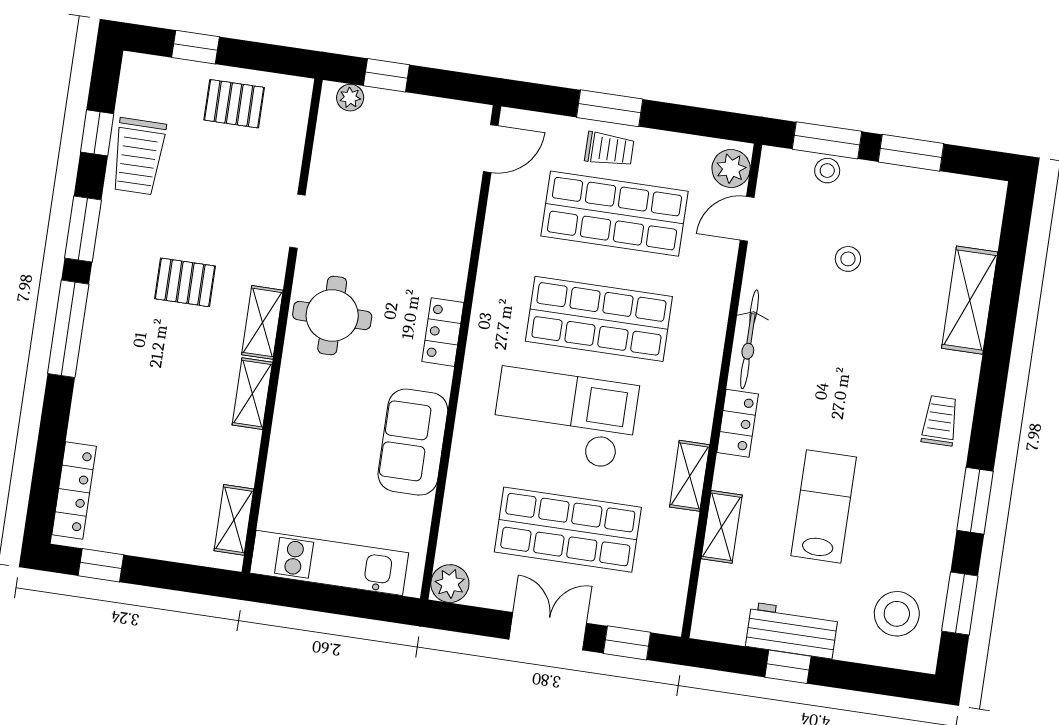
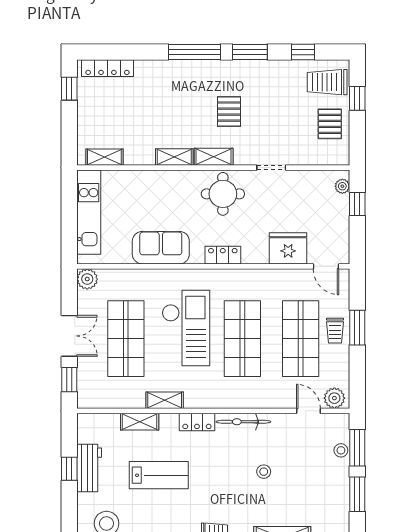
trolley: (138, 156) -> (327, 82), moved
fridge: (448, 212) -> (288, 248), added
stool: (848, 259) -> (264, 472), moved

